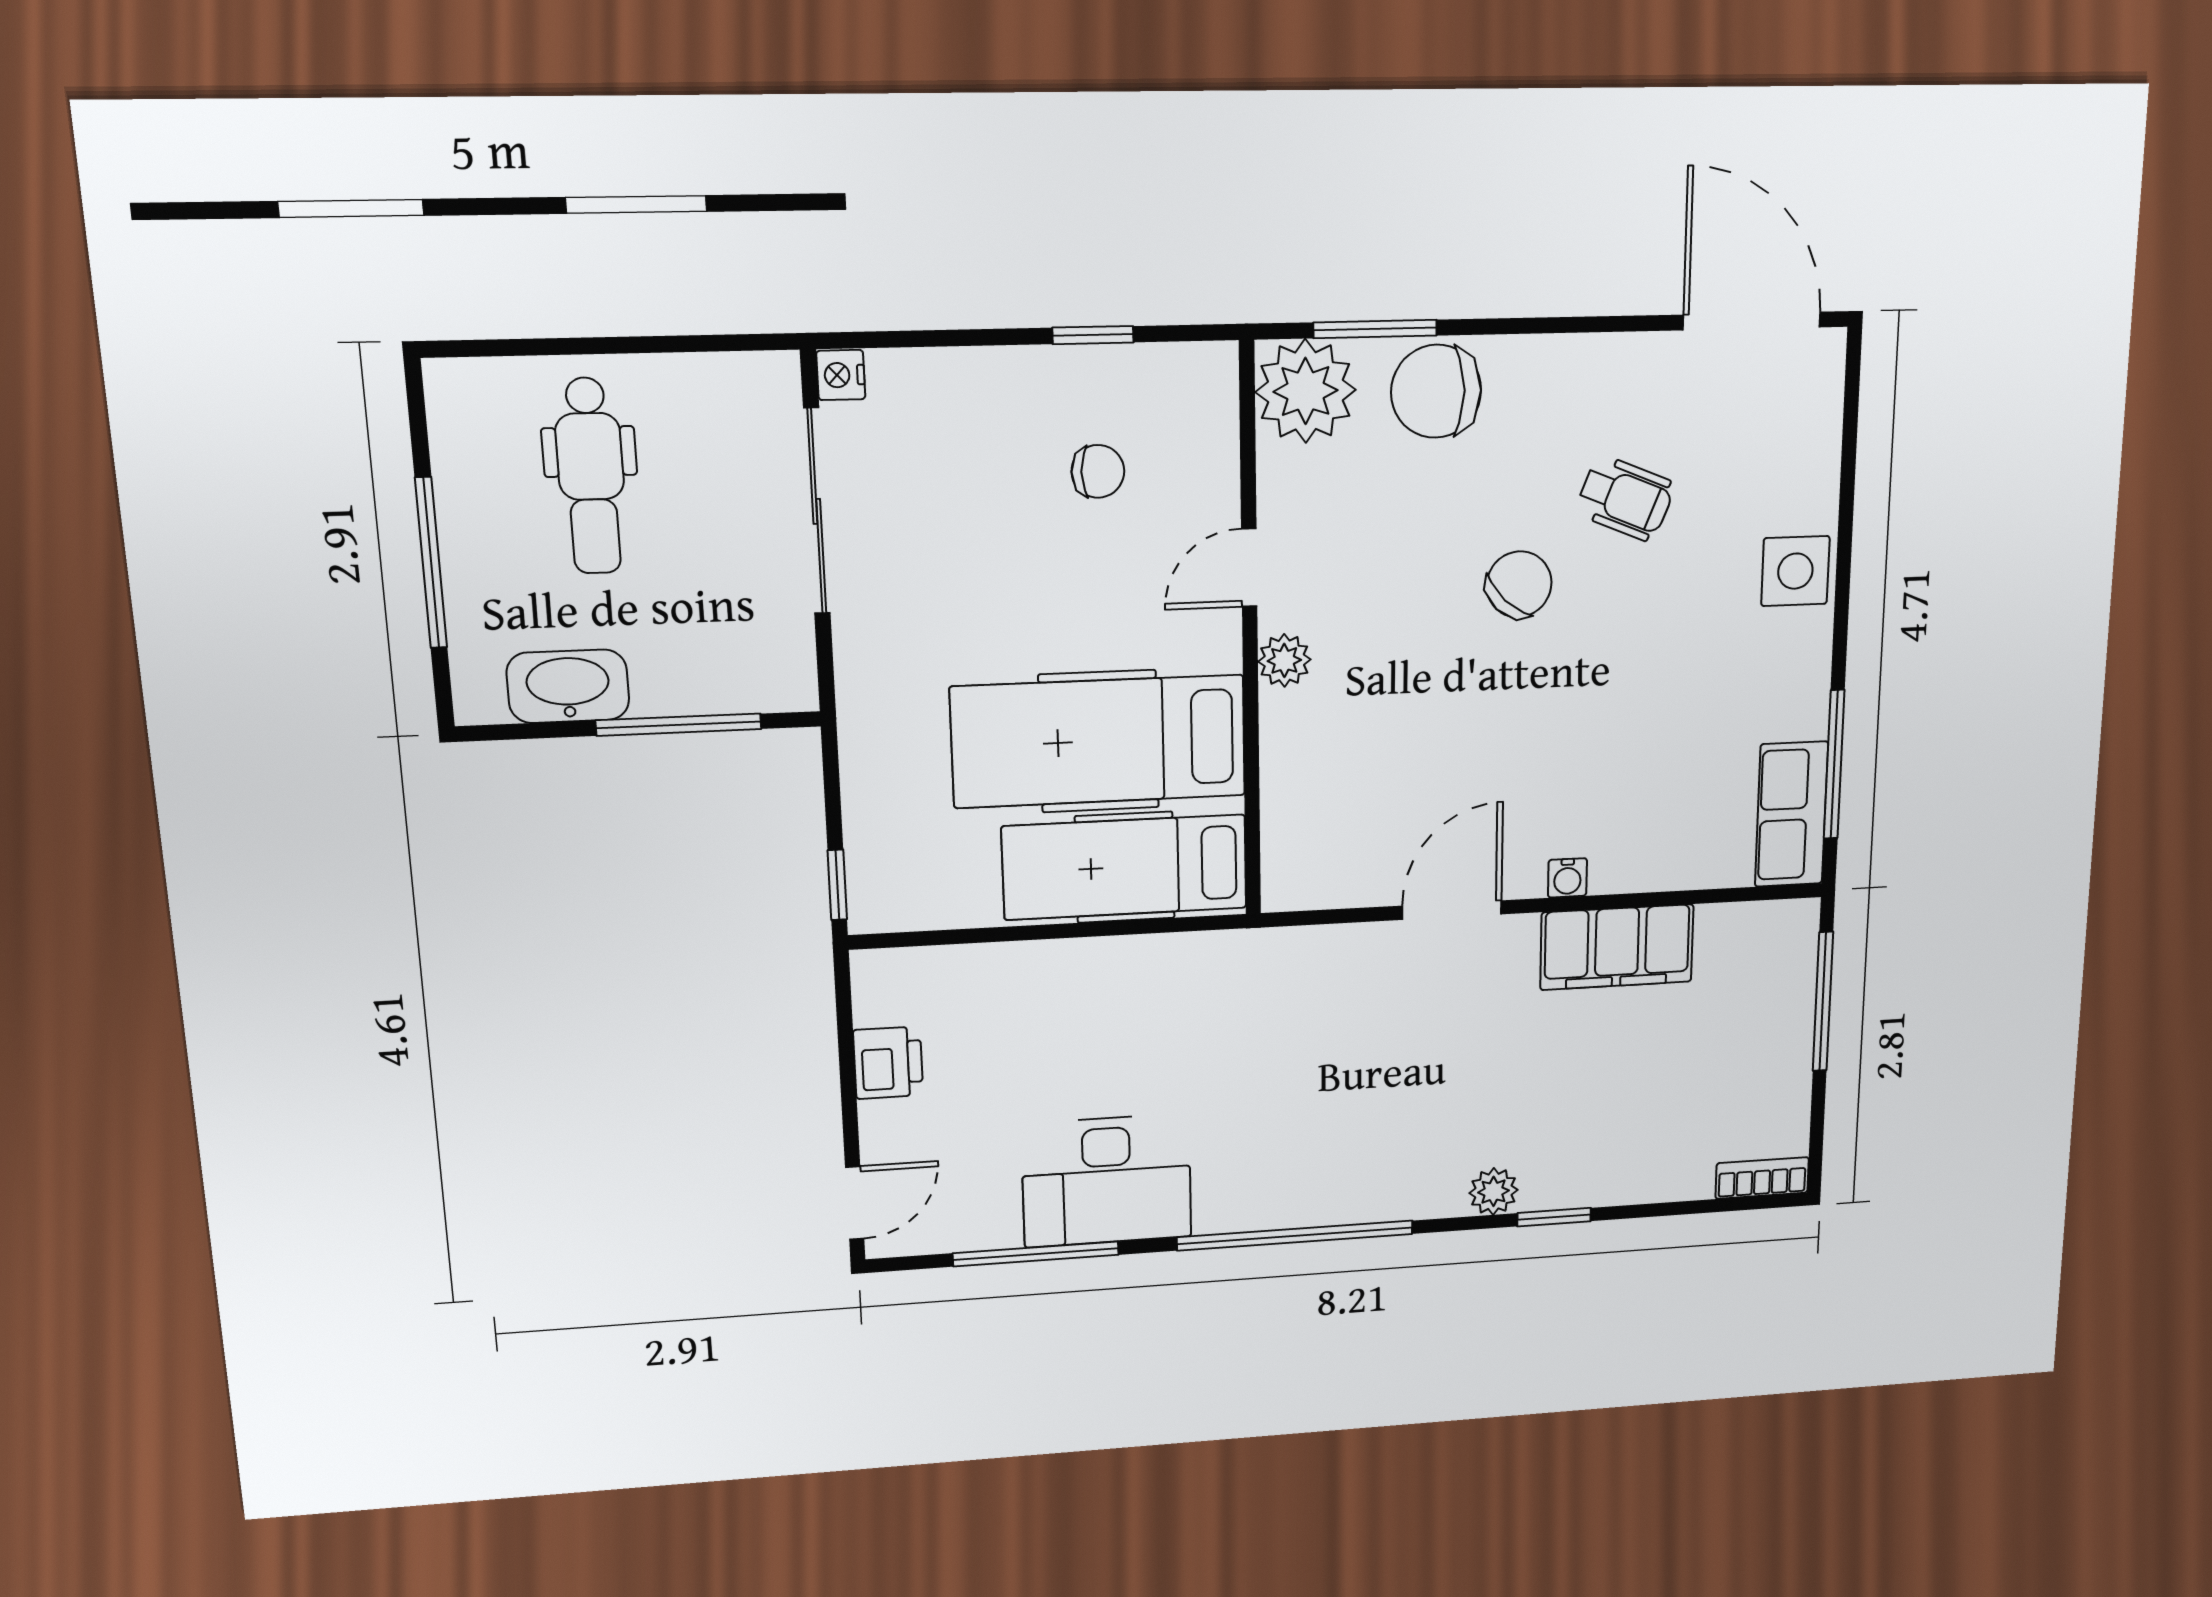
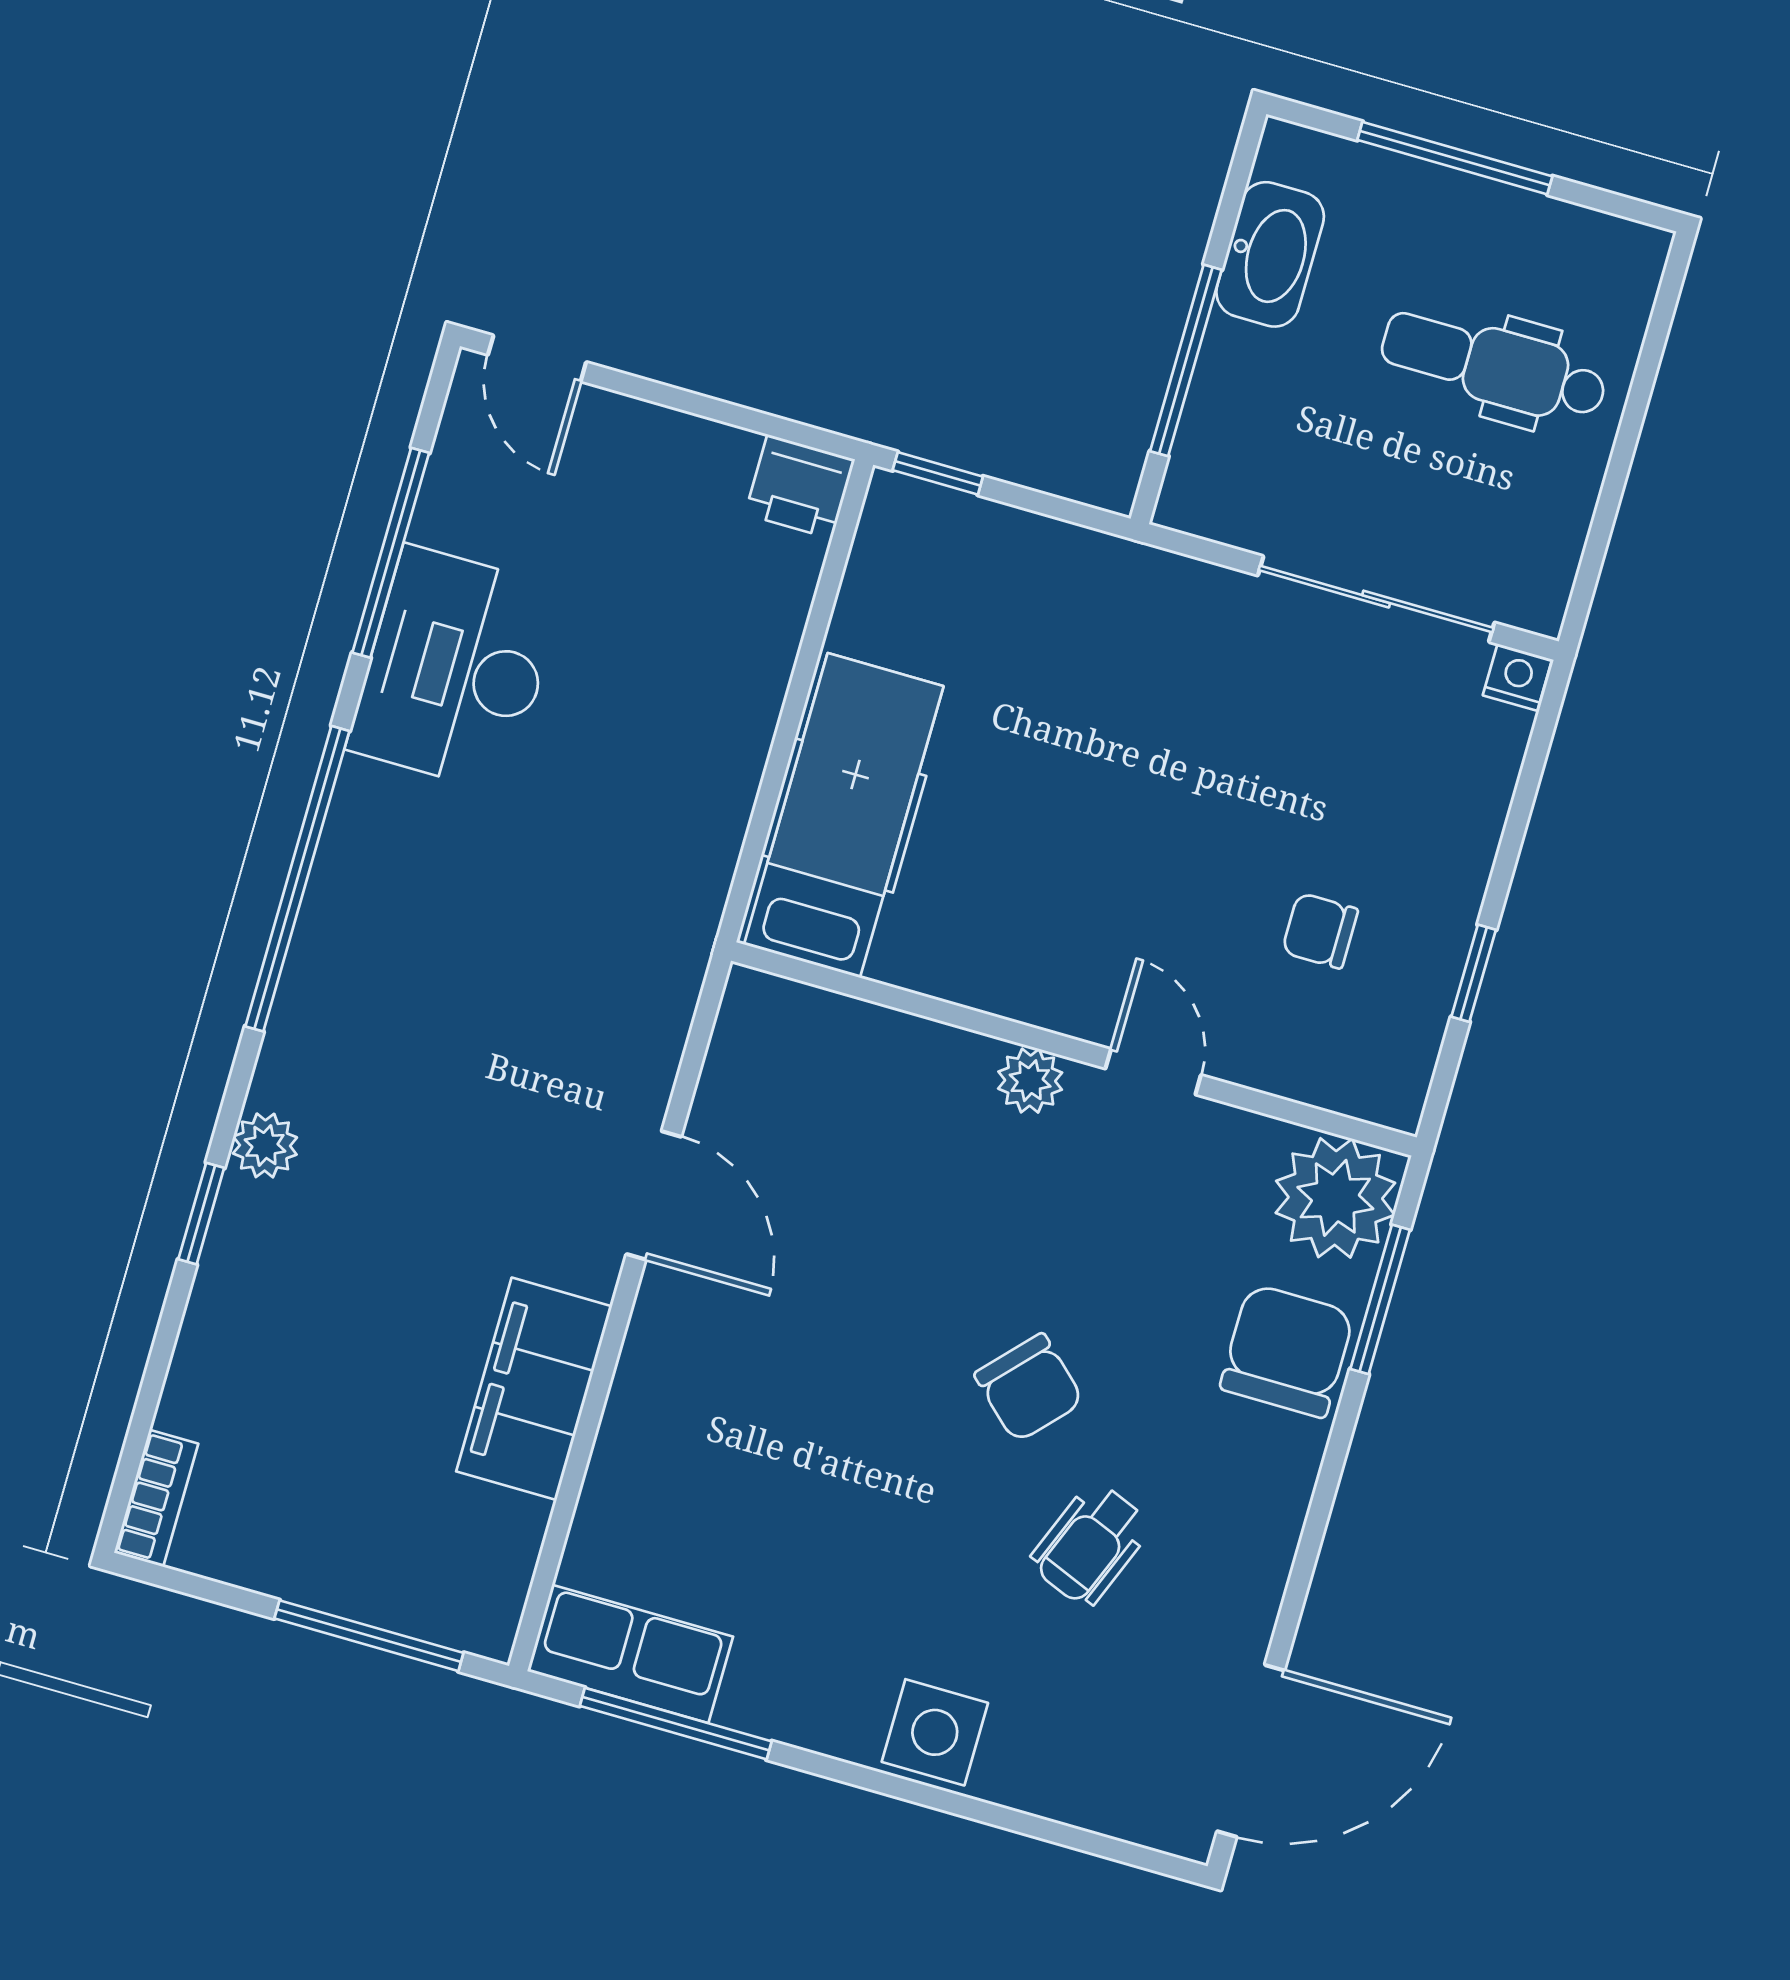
chair: (1098, 471) -> (1320, 931), turned 90
hospital bed: (1099, 741) -> (1006, 833), removed
water cooler: (1567, 878) -> (645, 1350), removed
printer: (888, 1063) -> (800, 487), moved

